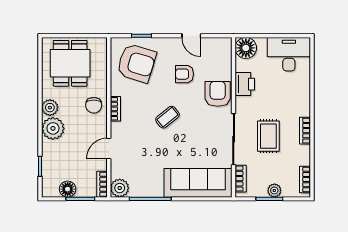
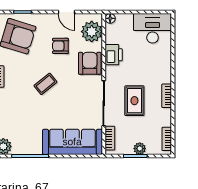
floor lamp: (246, 48) -> (110, 18), width x0.53, depth x0.53
plant: (220, 58) -> (92, 32), added

